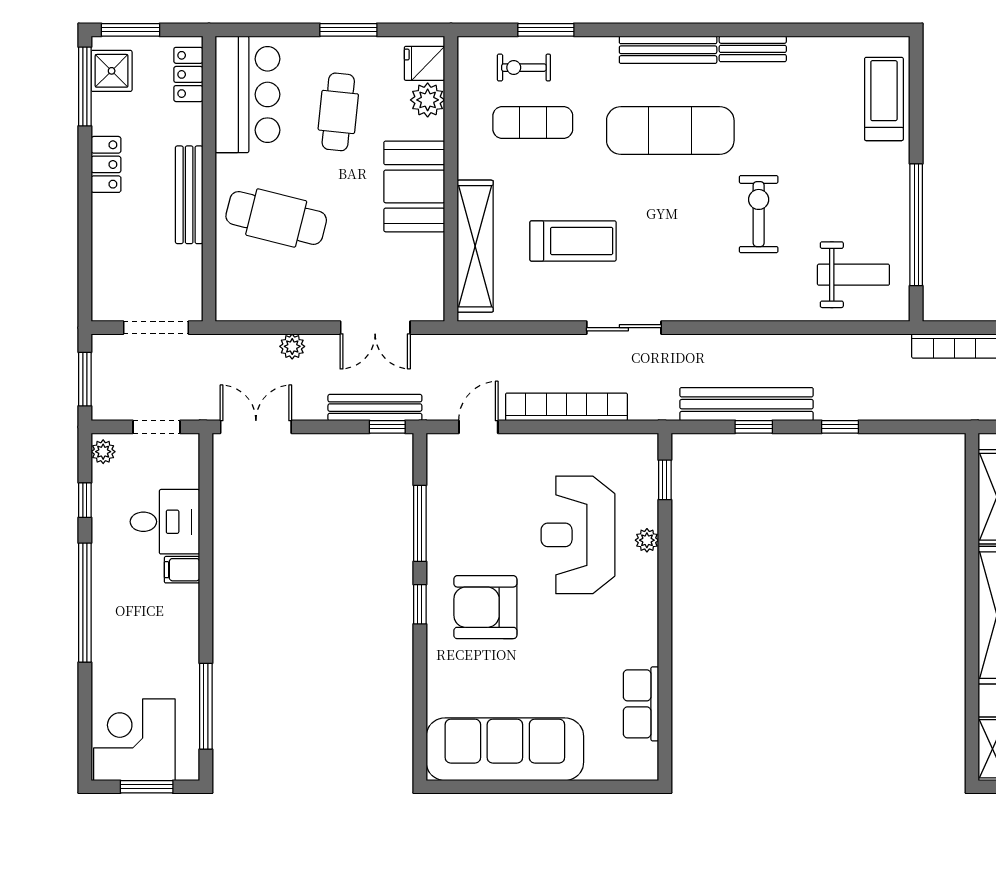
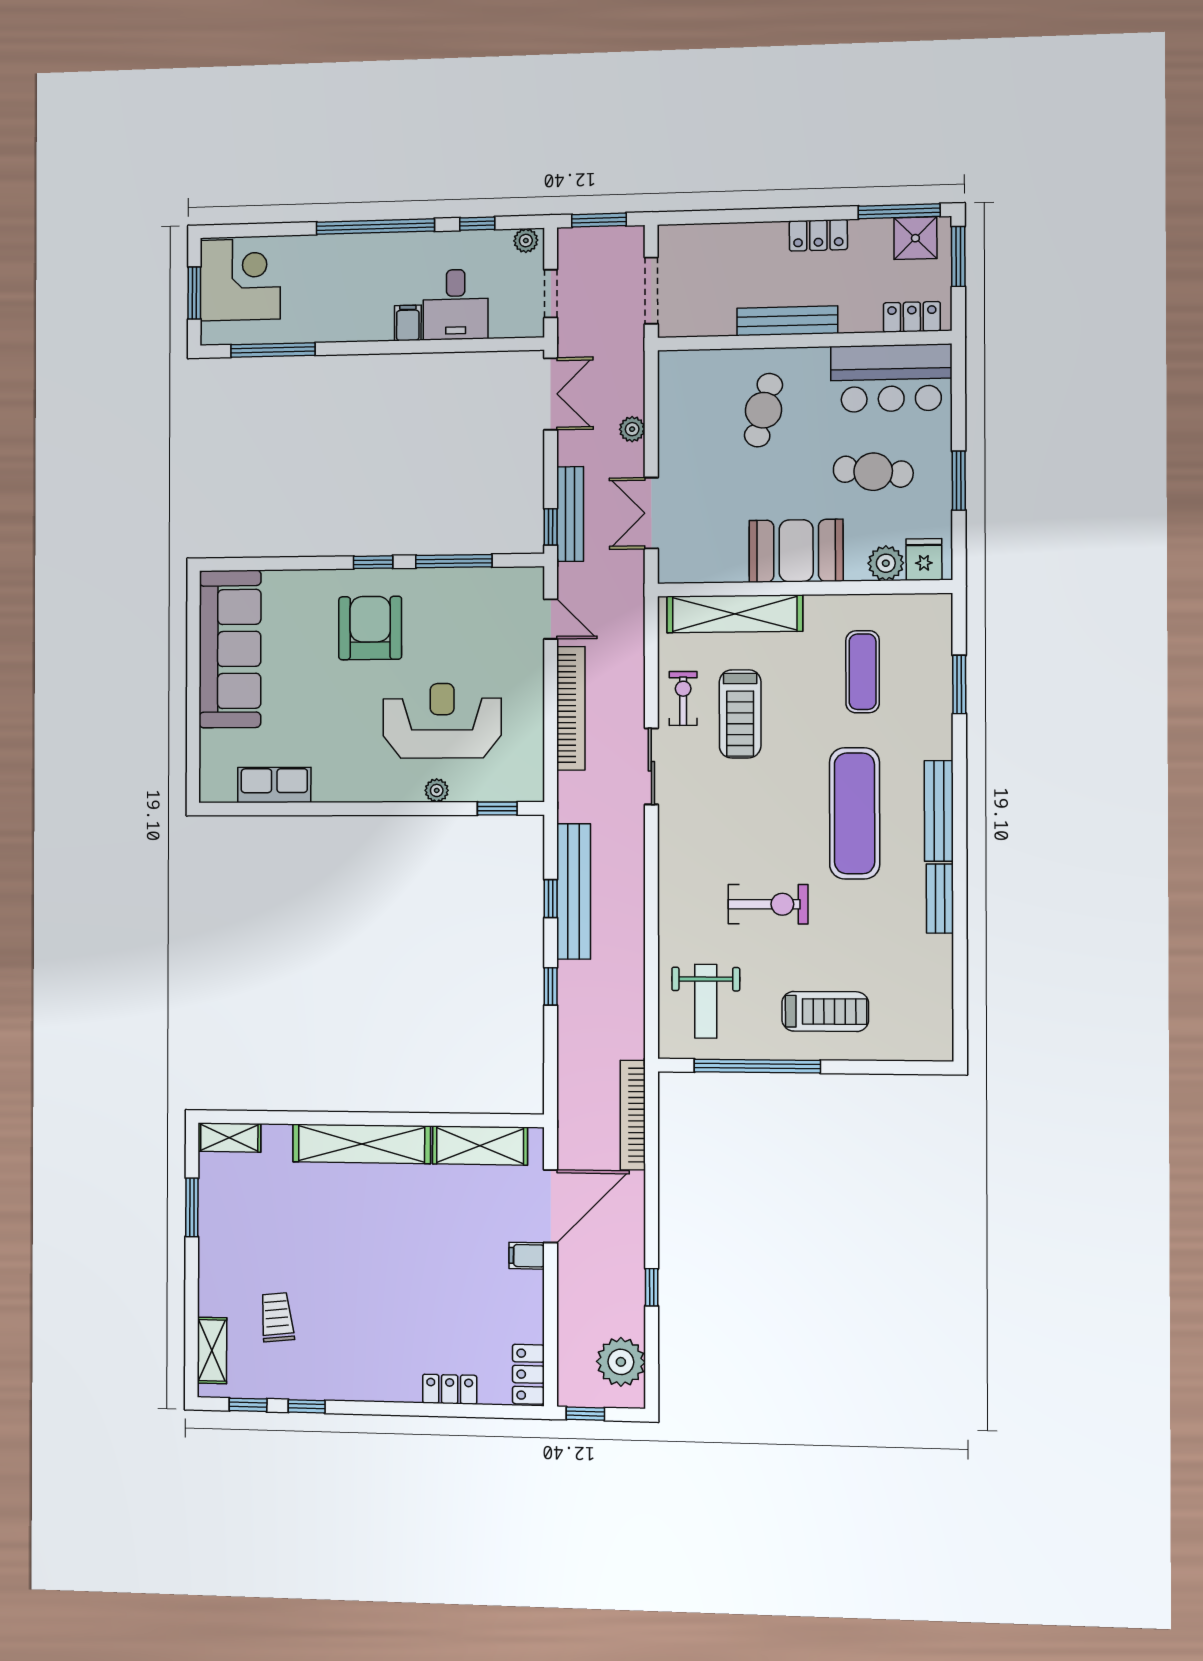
exercise bike: (524, 68) -> (683, 698), moved
treadmill: (884, 99) -> (825, 1011), moved
cafe table: (276, 218) -> (763, 410), width x0.73, depth x0.74

